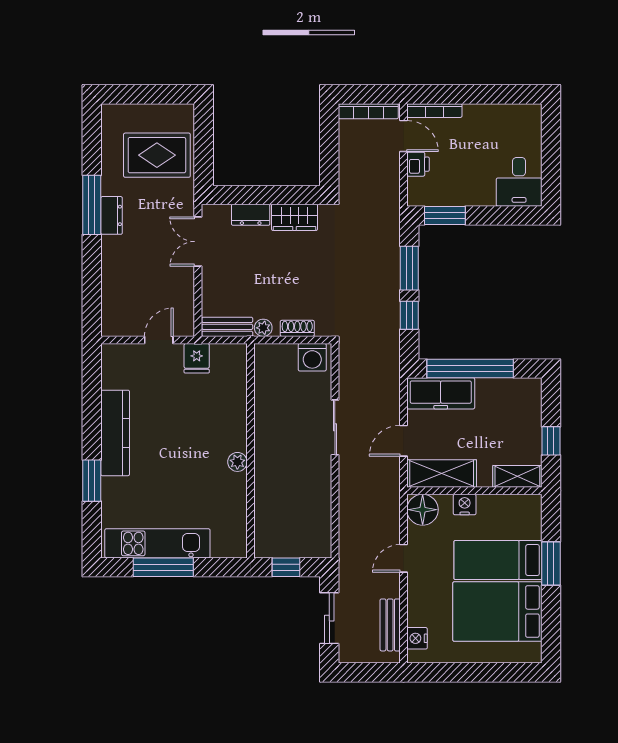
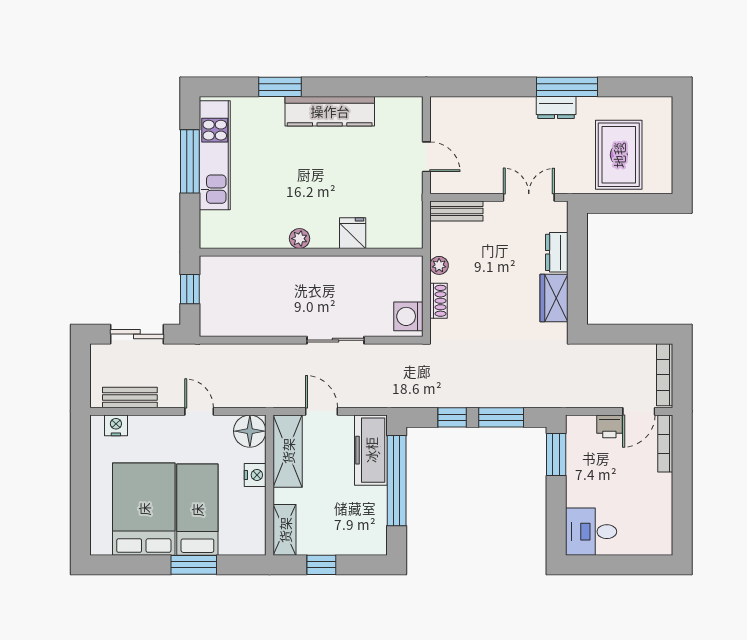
bench: (227, 327) -> (456, 211), moved, turned 90
fridge: (197, 358) -> (353, 233), moved, turned 90

